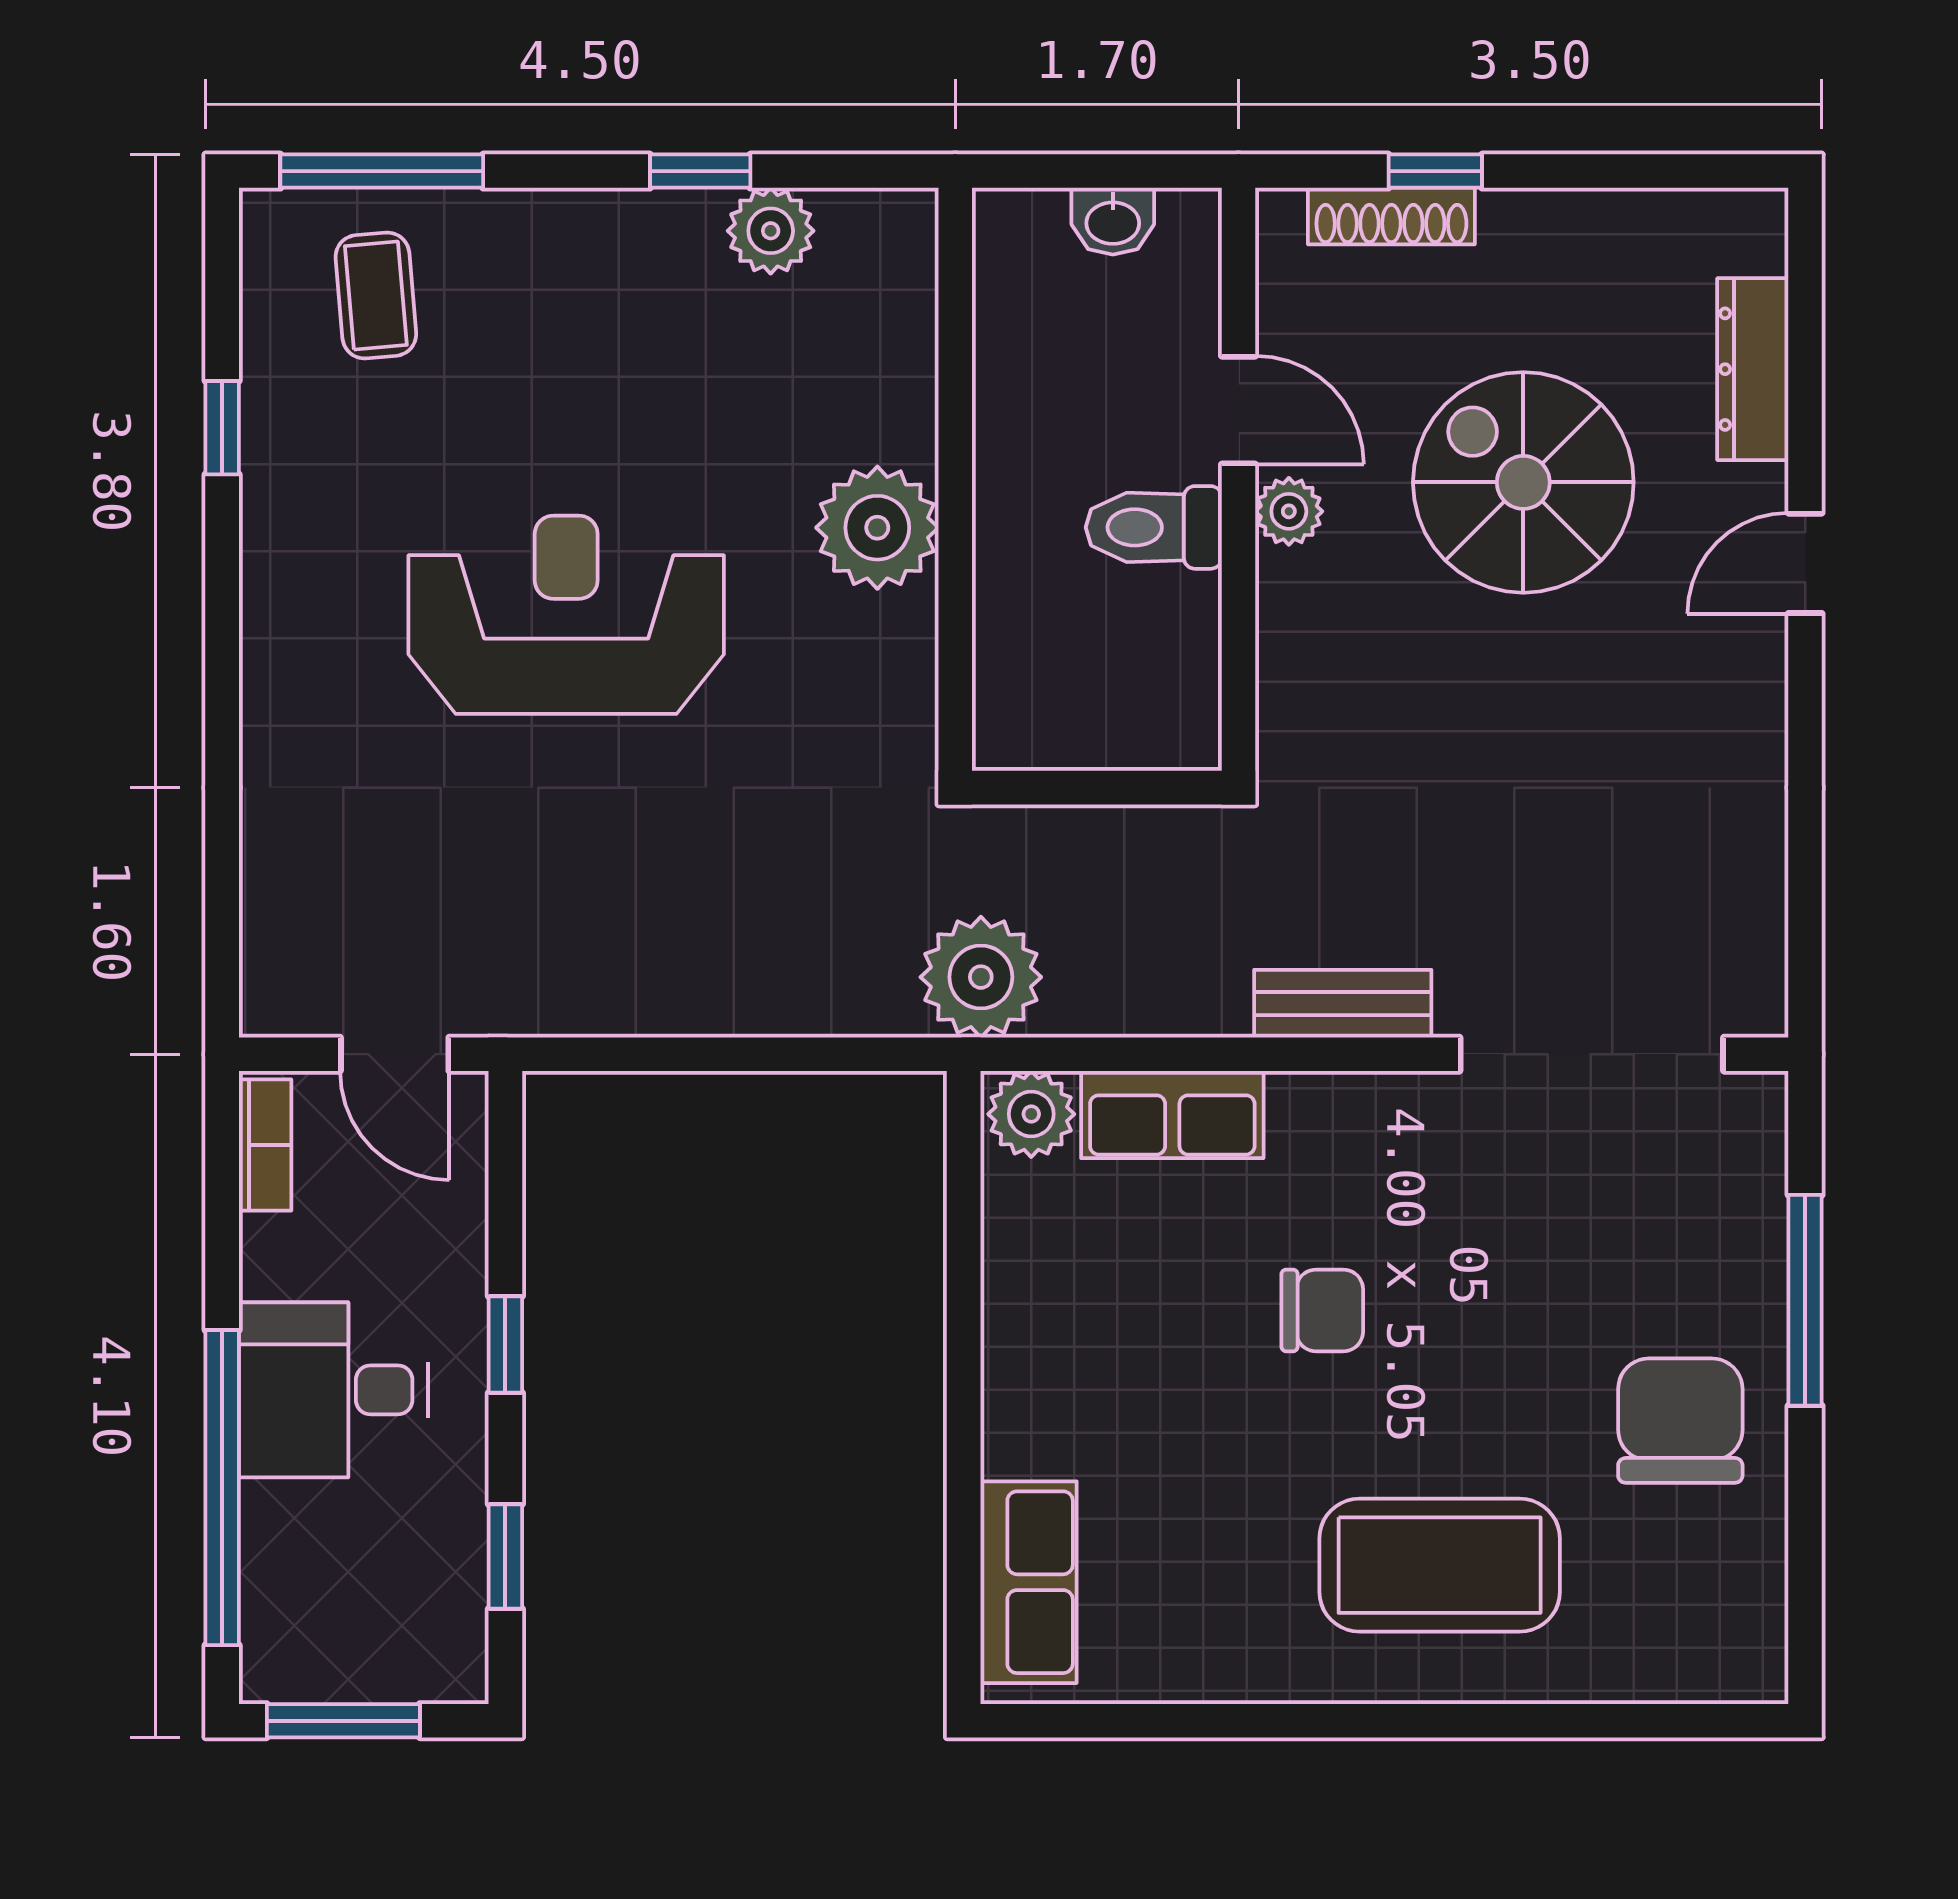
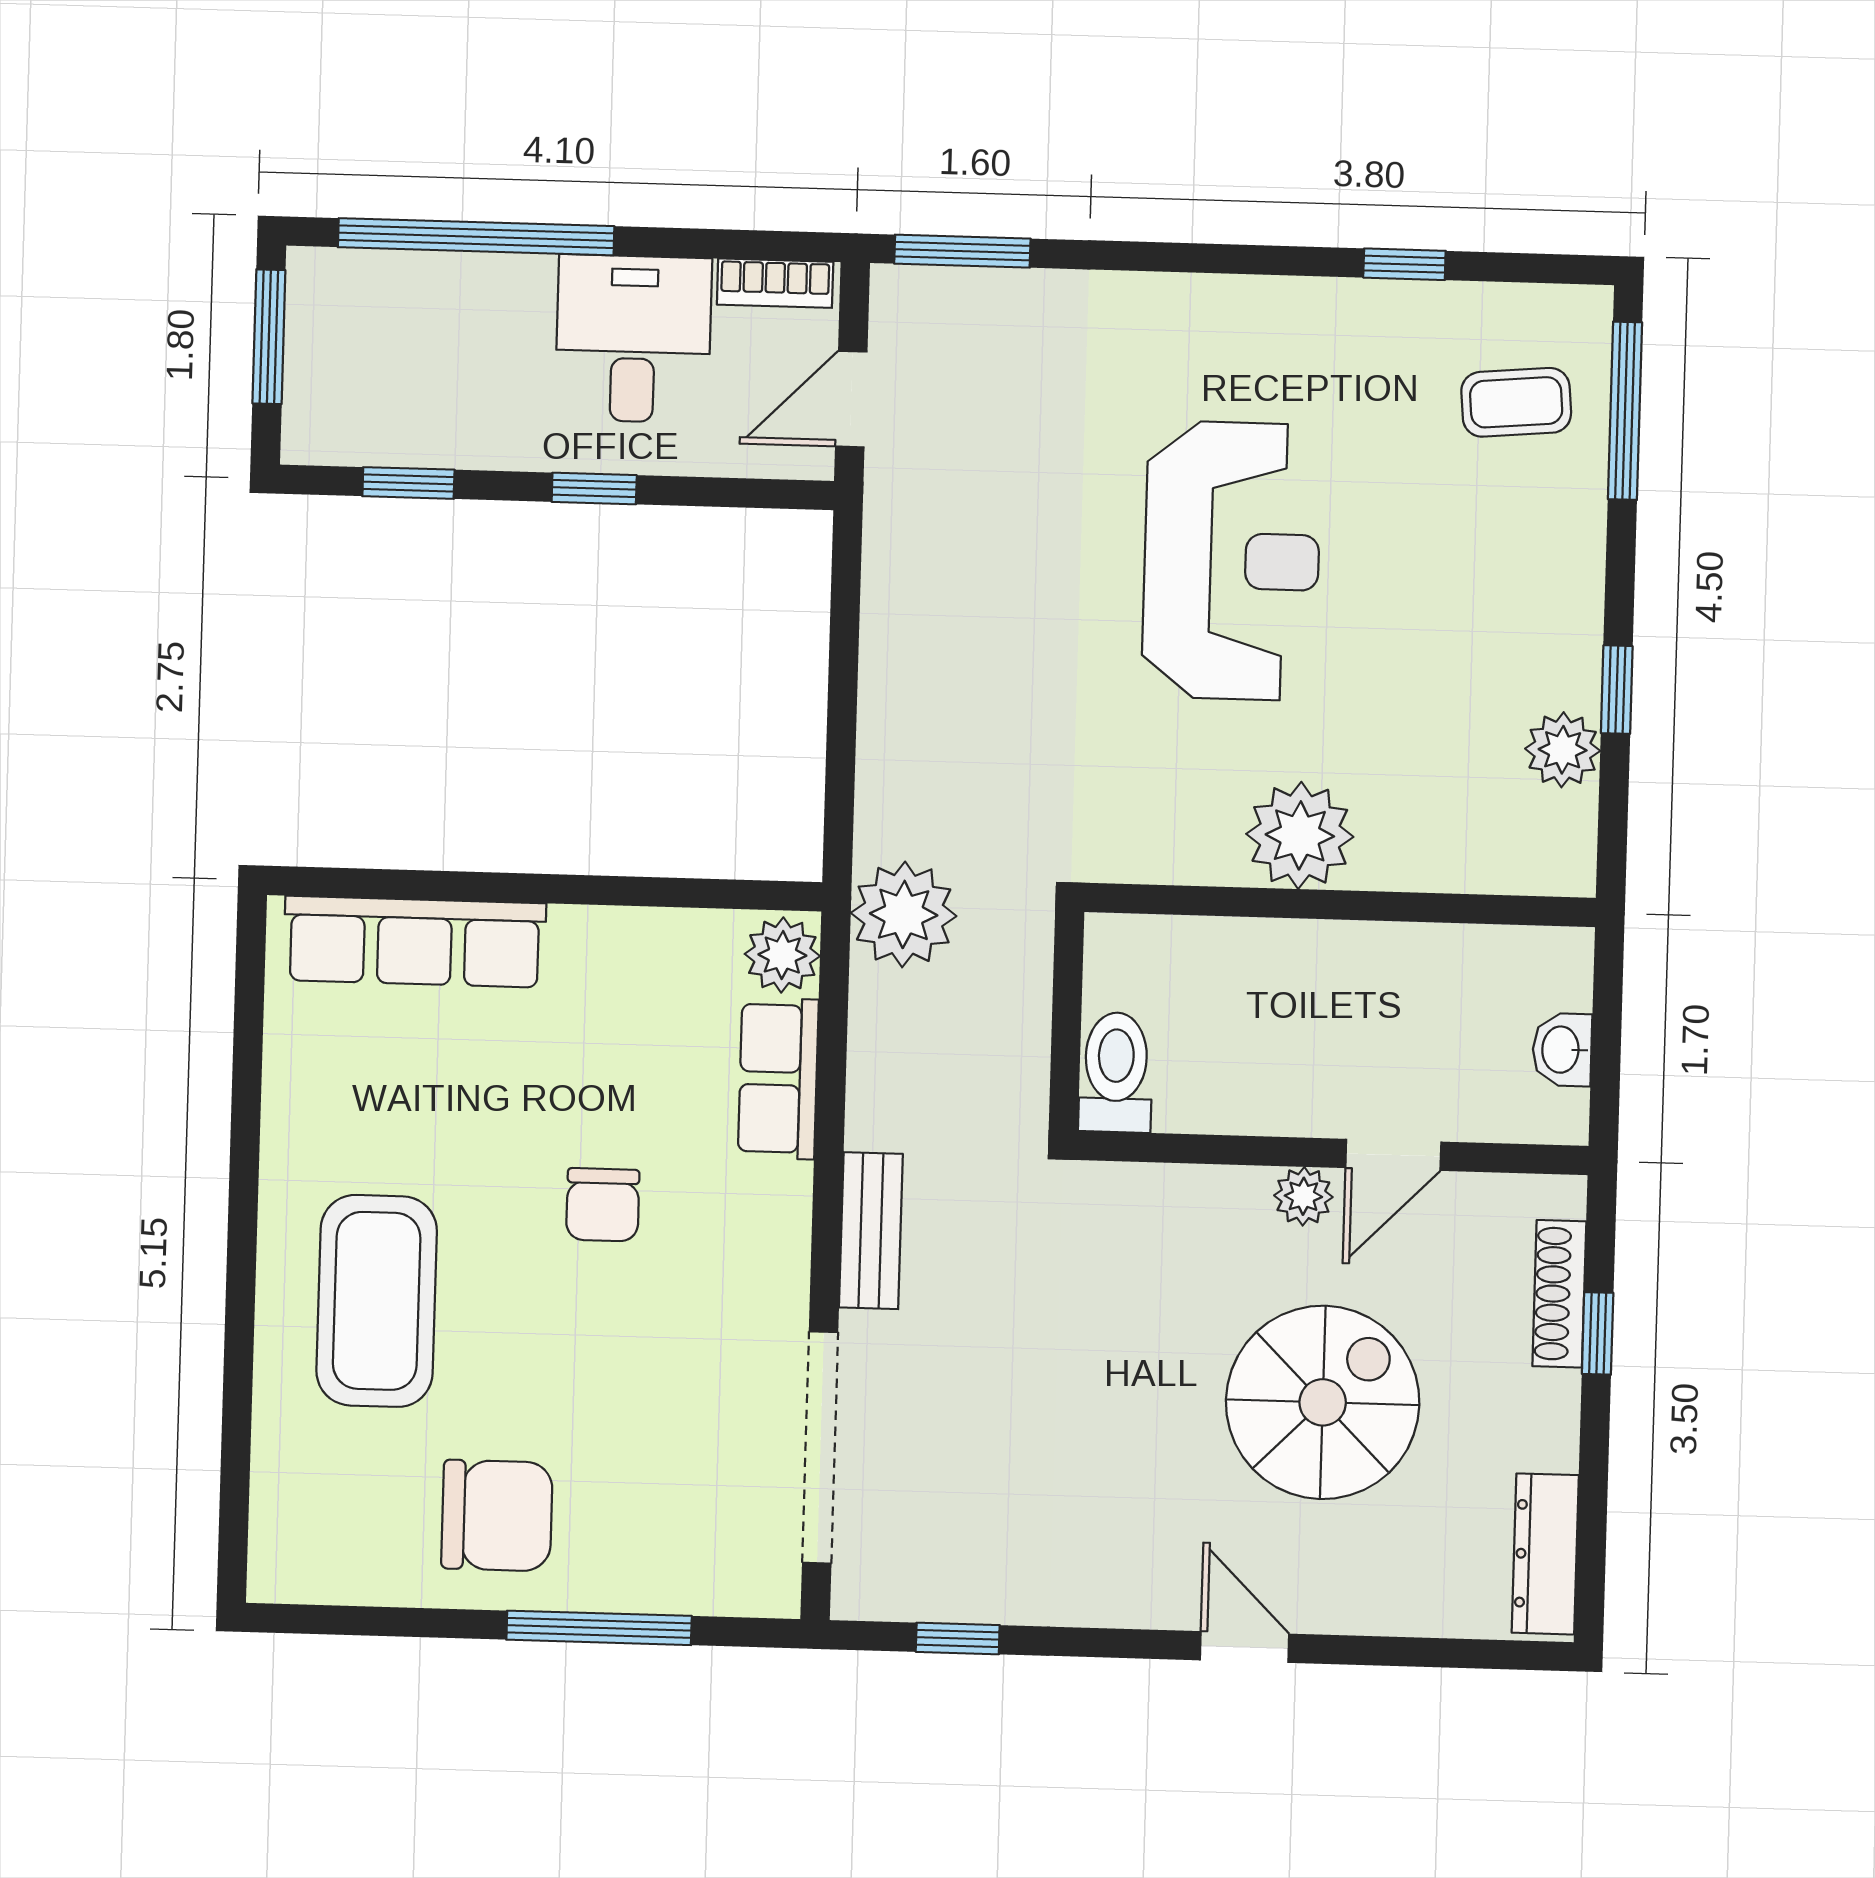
dresser: (1753, 369) -> (1545, 1554), moved, turned -90
toilet: (1154, 527) -> (1116, 1072), moved
window: (1805, 891) -> (958, 1638), added
window: (222, 932) -> (962, 251), added
desk: (333, 1390) -> (633, 339), moved
row of seats: (1028, 1582) -> (415, 942), width x1.48

